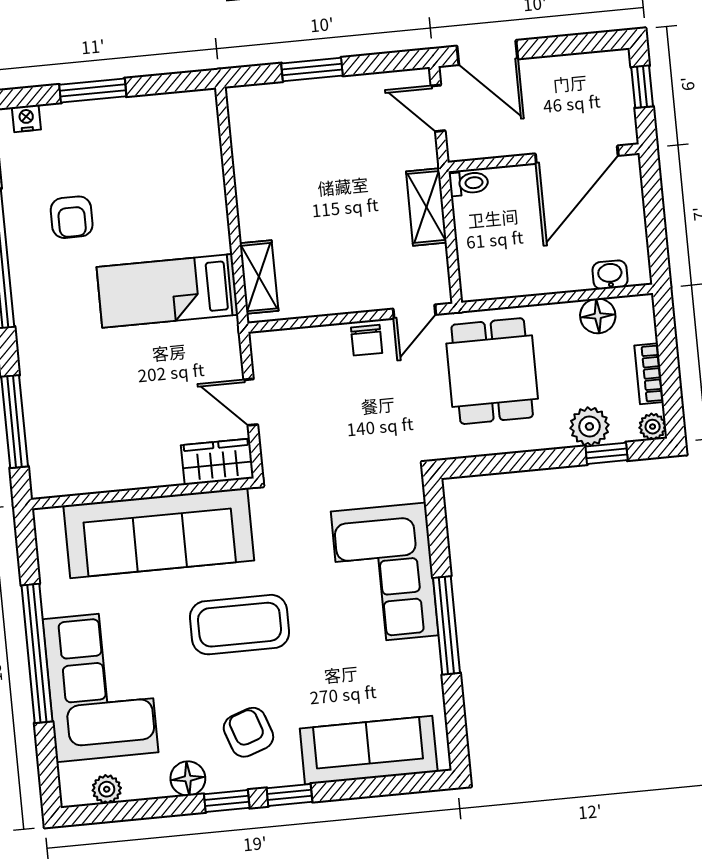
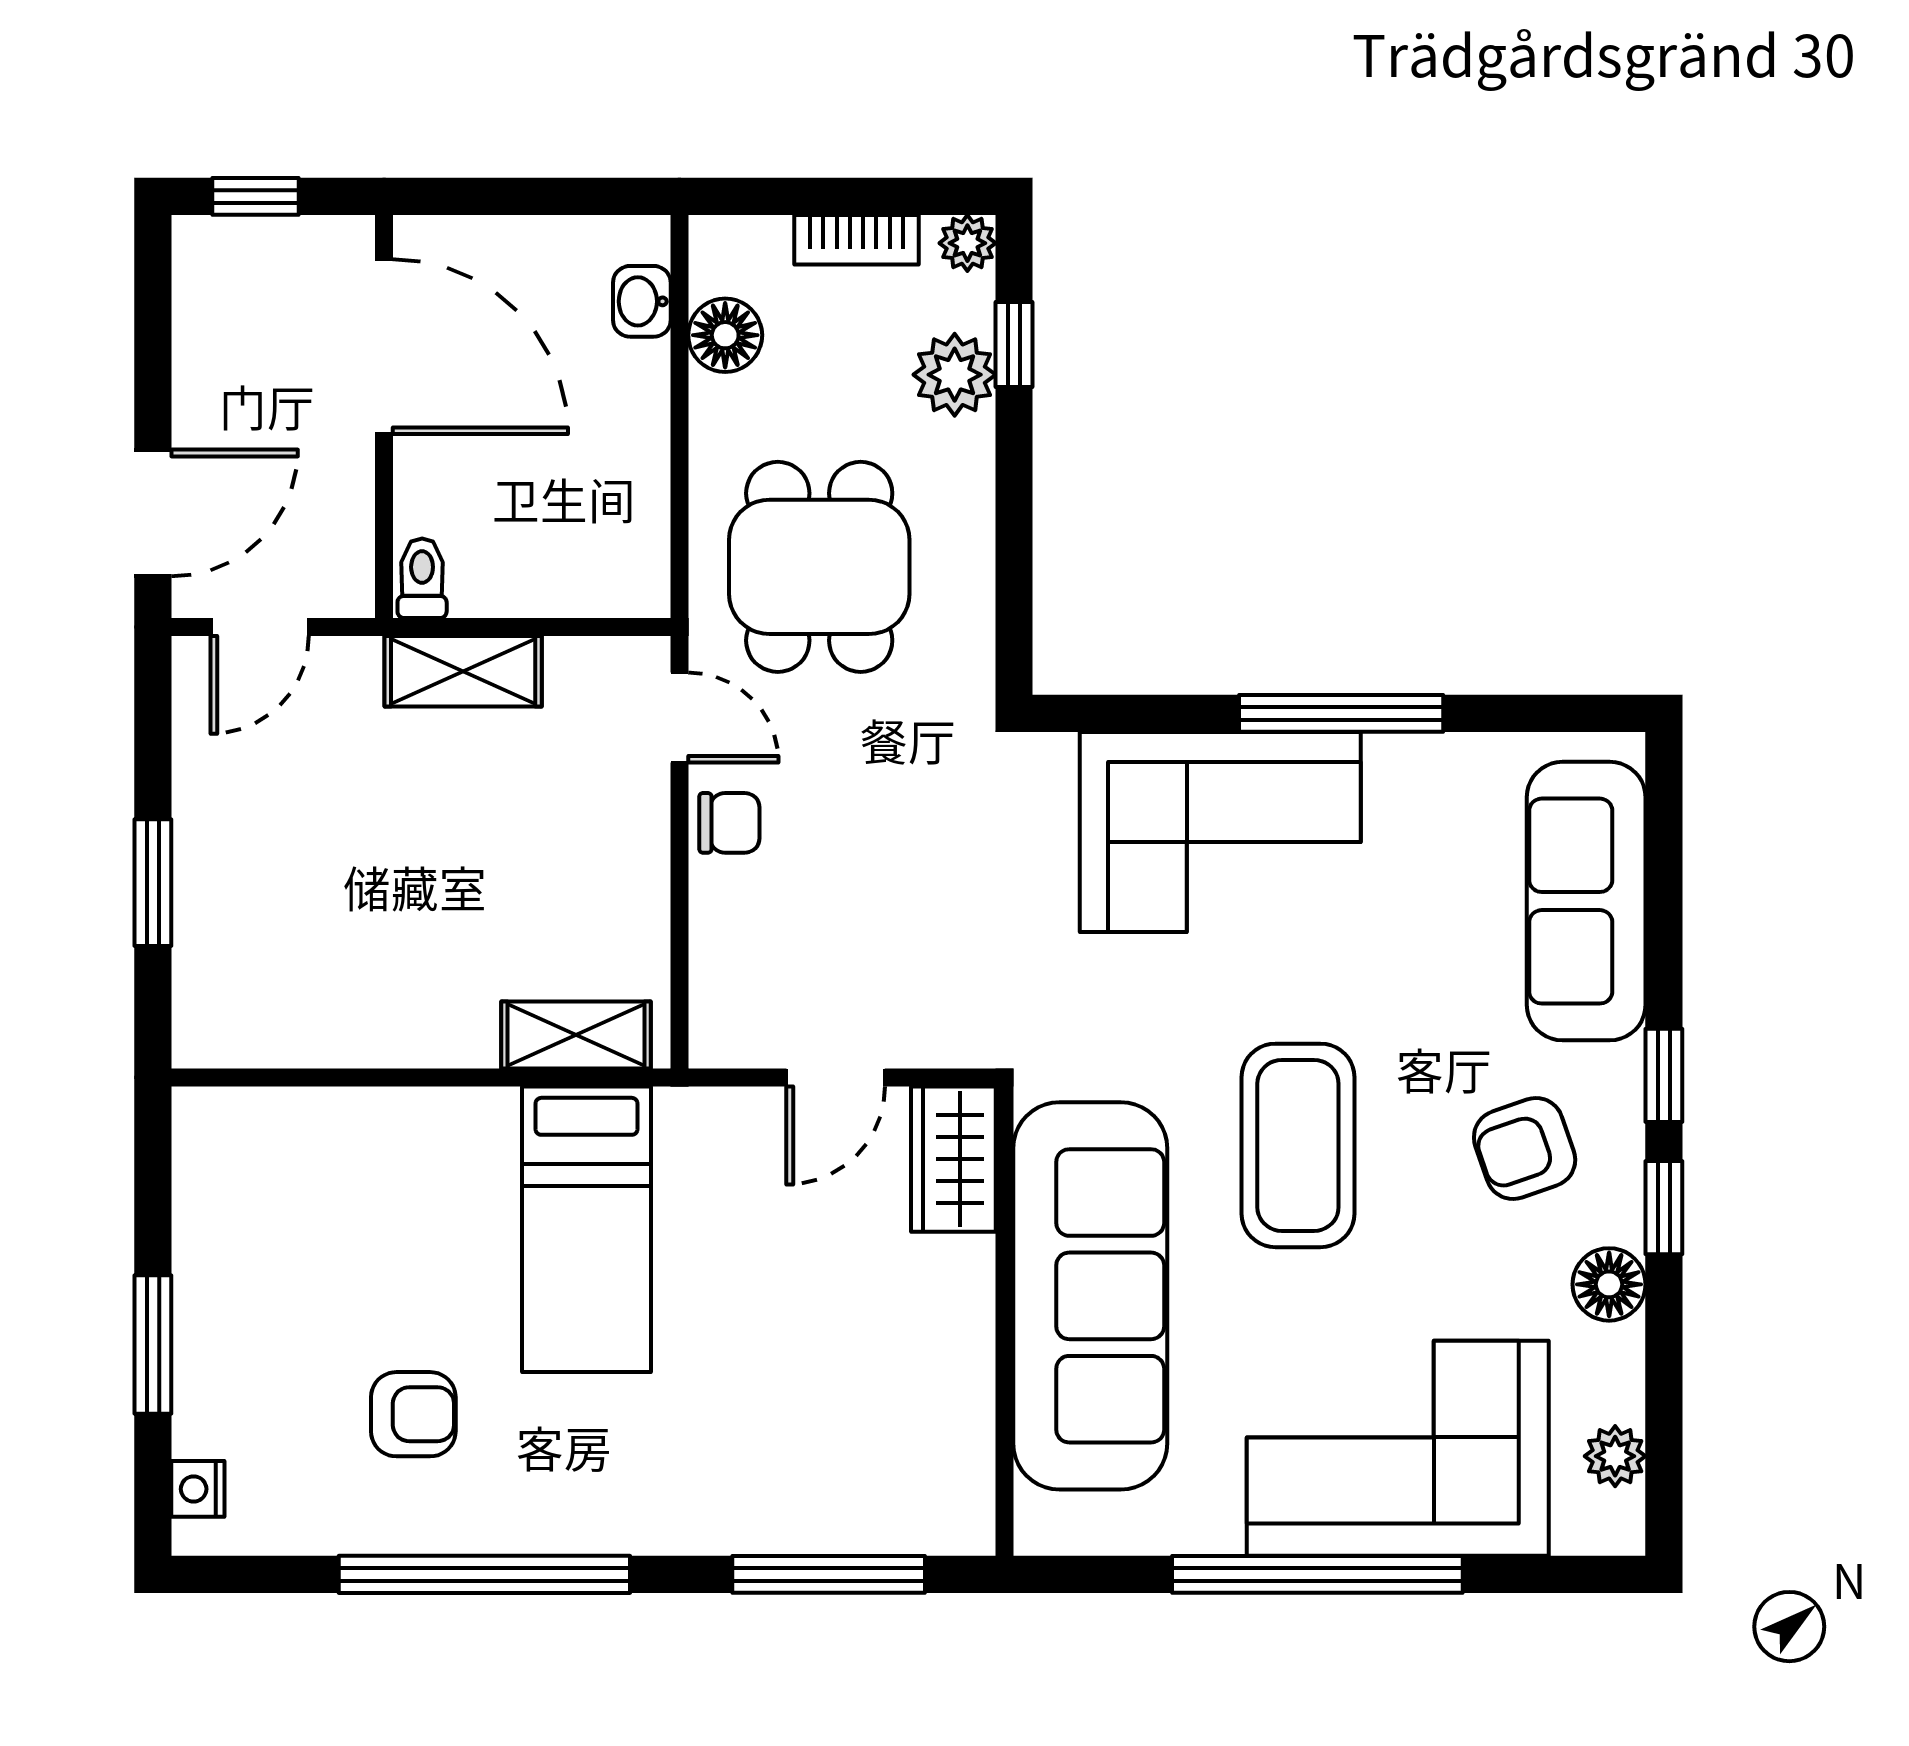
dining table: (492, 371) -> (819, 567), turned 90

